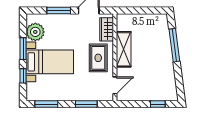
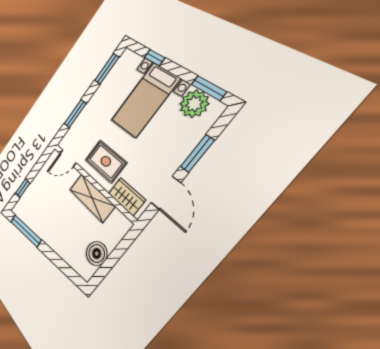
boiler: (148, 21) -> (97, 253), added
window: (174, 45) -> (26, 231), moved
window: (23, 49) -> (209, 88), moved
door: (115, 85) -> (68, 158), hinge flipped

